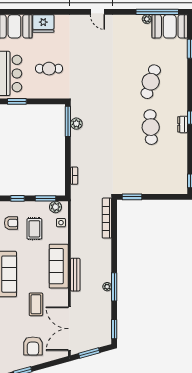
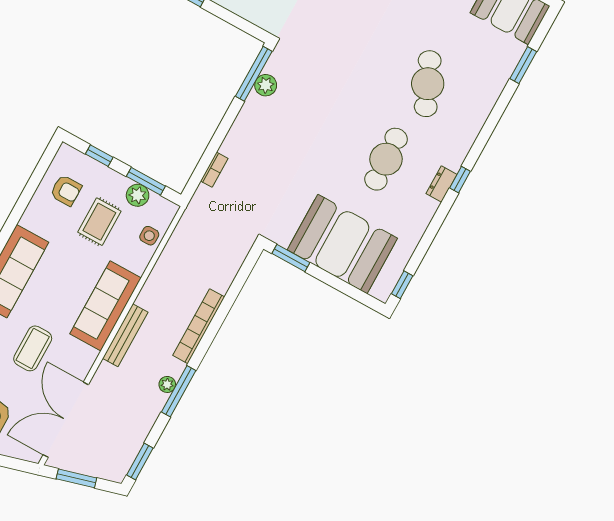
cafe table: (151, 82) -> (428, 84), turned -42
booth: (152, 177) -> (342, 244), added
plant: (55, 207) -> (138, 195), moved
bookcase: (107, 218) -> (199, 326), moved

